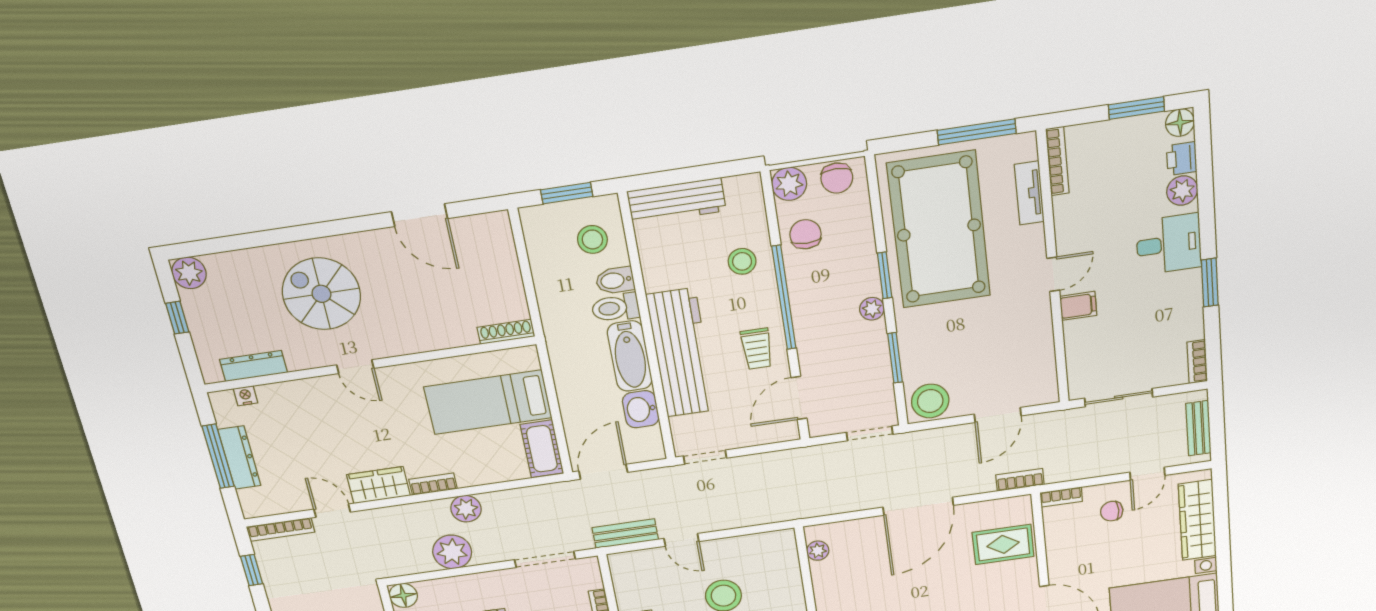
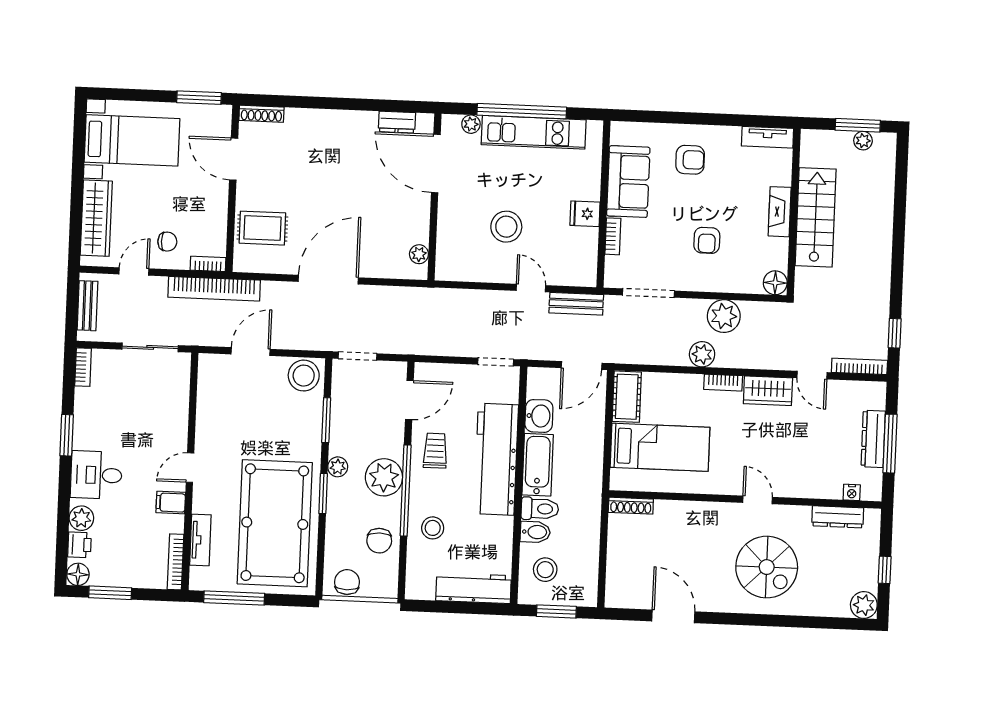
plant: (789, 184) -> (384, 477), moved, width x1.36, depth x1.36
filing cabinet: (1078, 306) -> (171, 503), moved
bookcase: (1020, 480) -> (214, 289), width x2.31, depth x1.31

